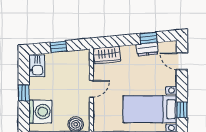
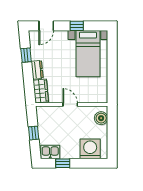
dresser: (147, 49) -> (37, 70), moved
window: (24, 93) -> (63, 163), moved
window: (182, 110) -> (77, 26), moved

